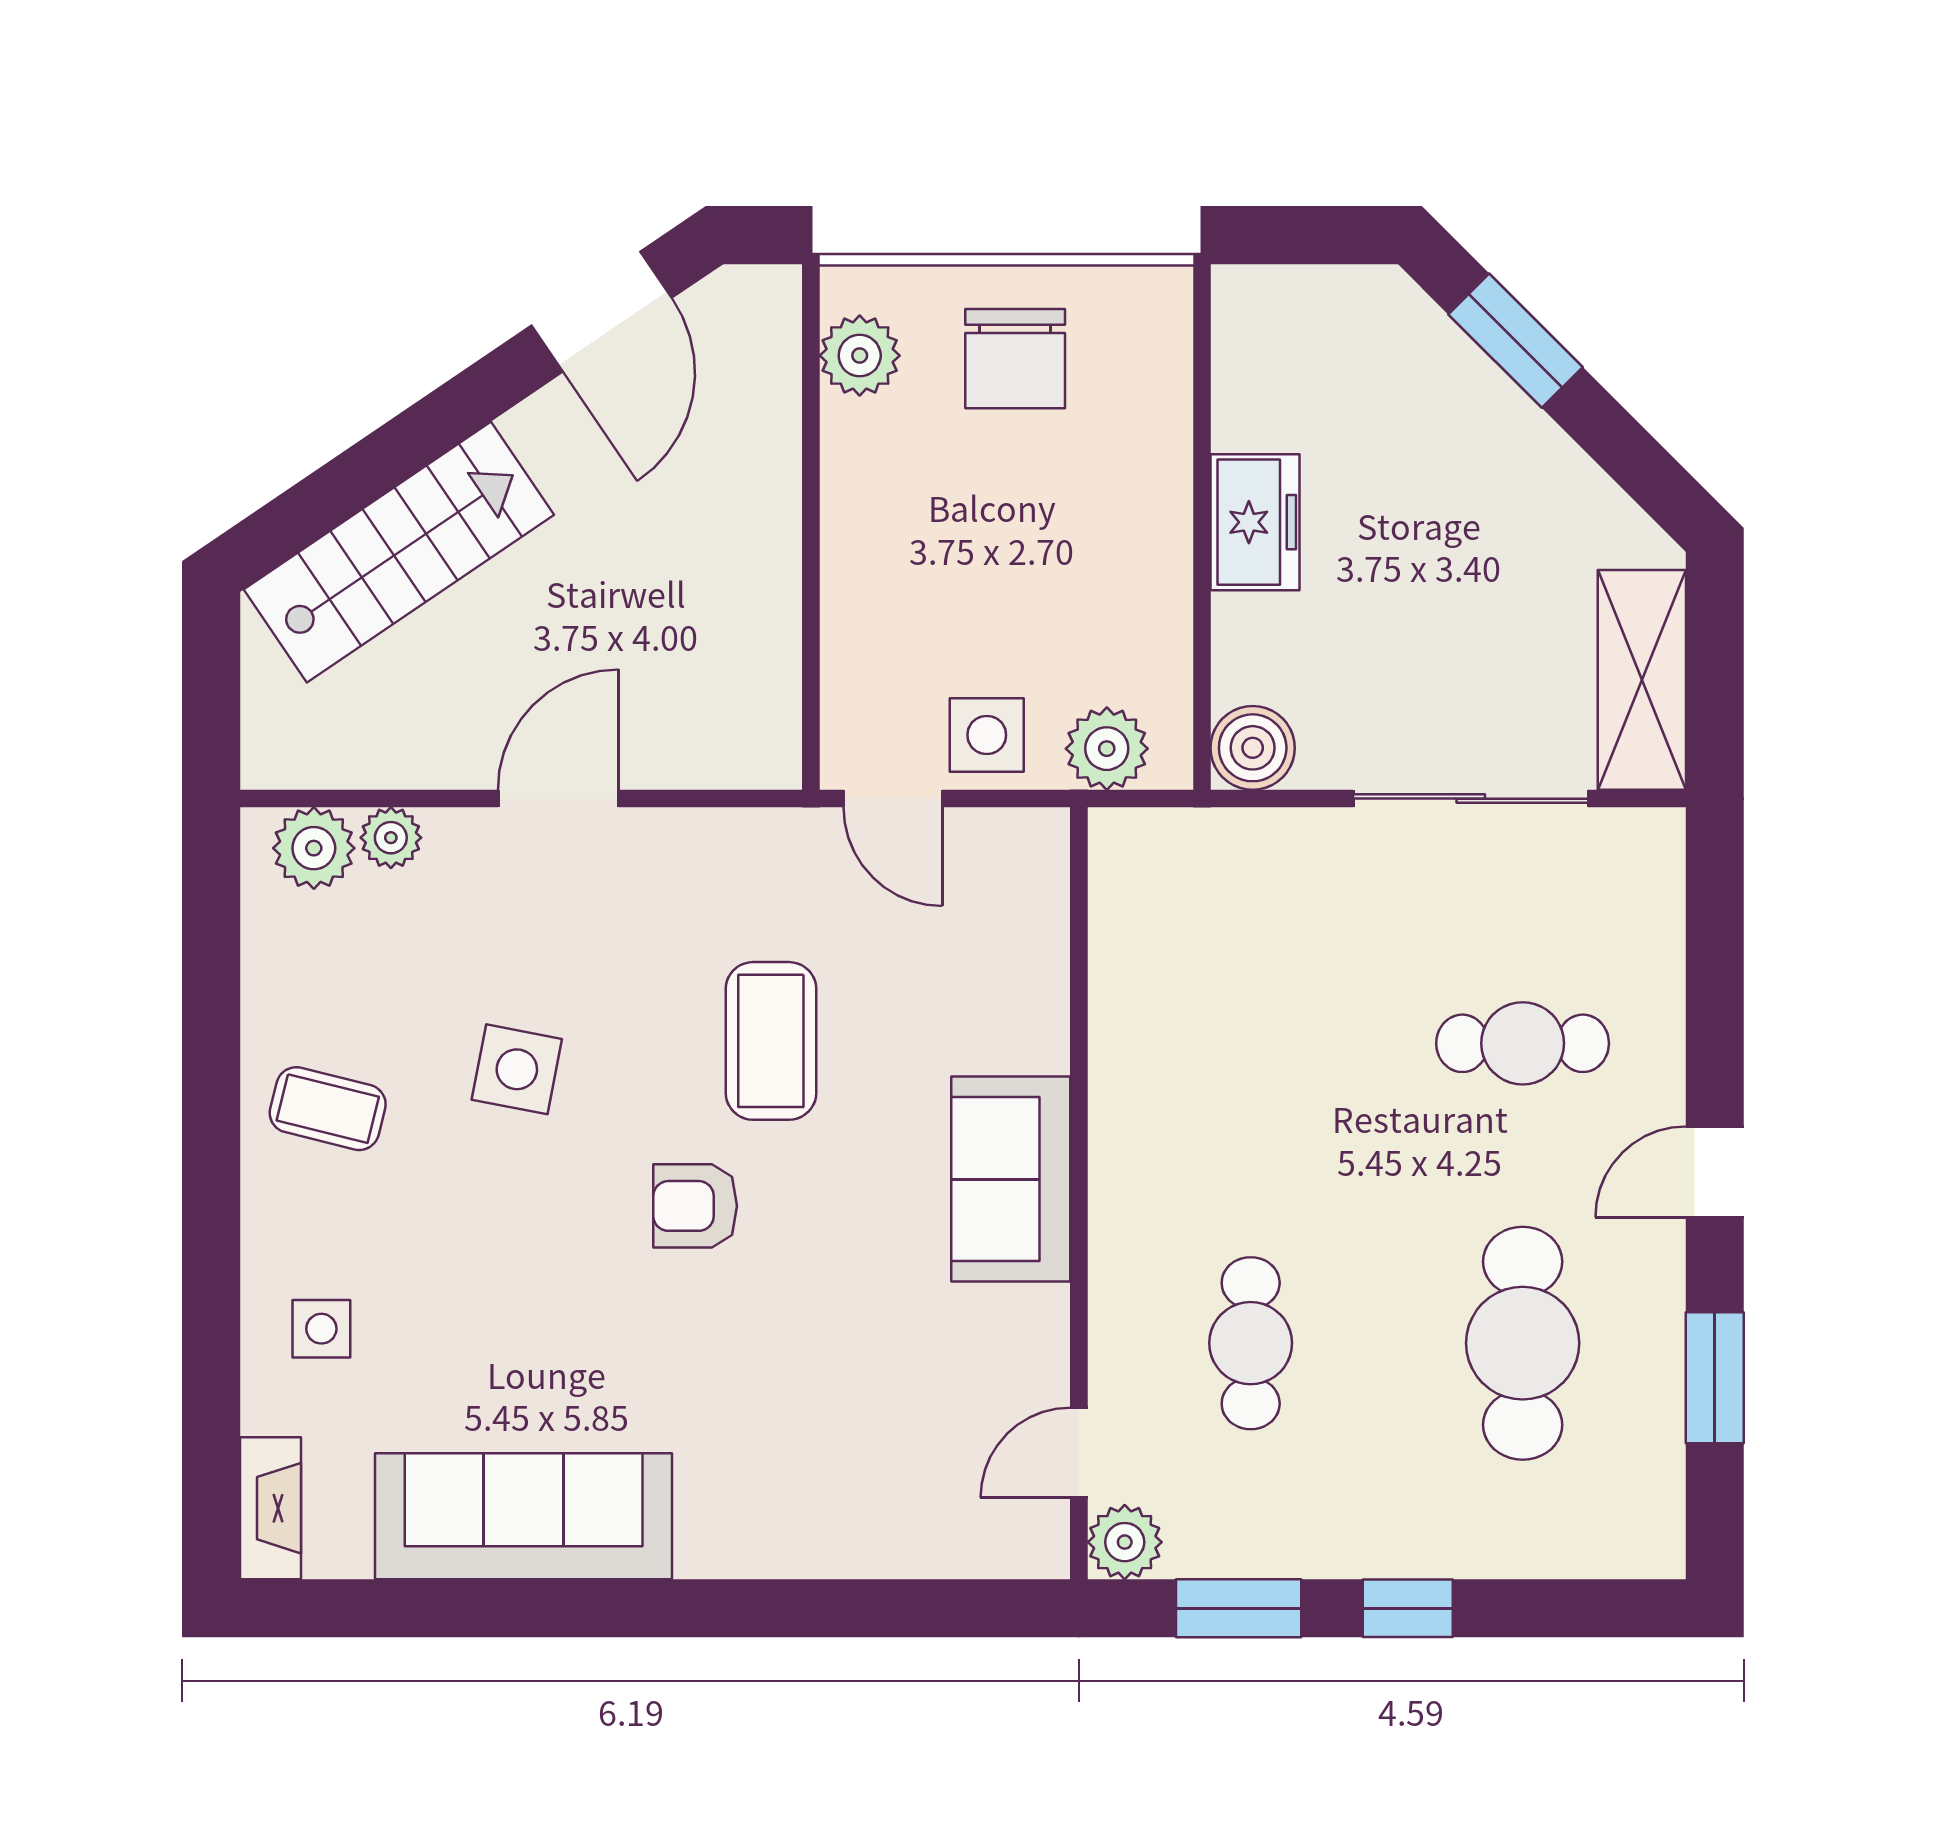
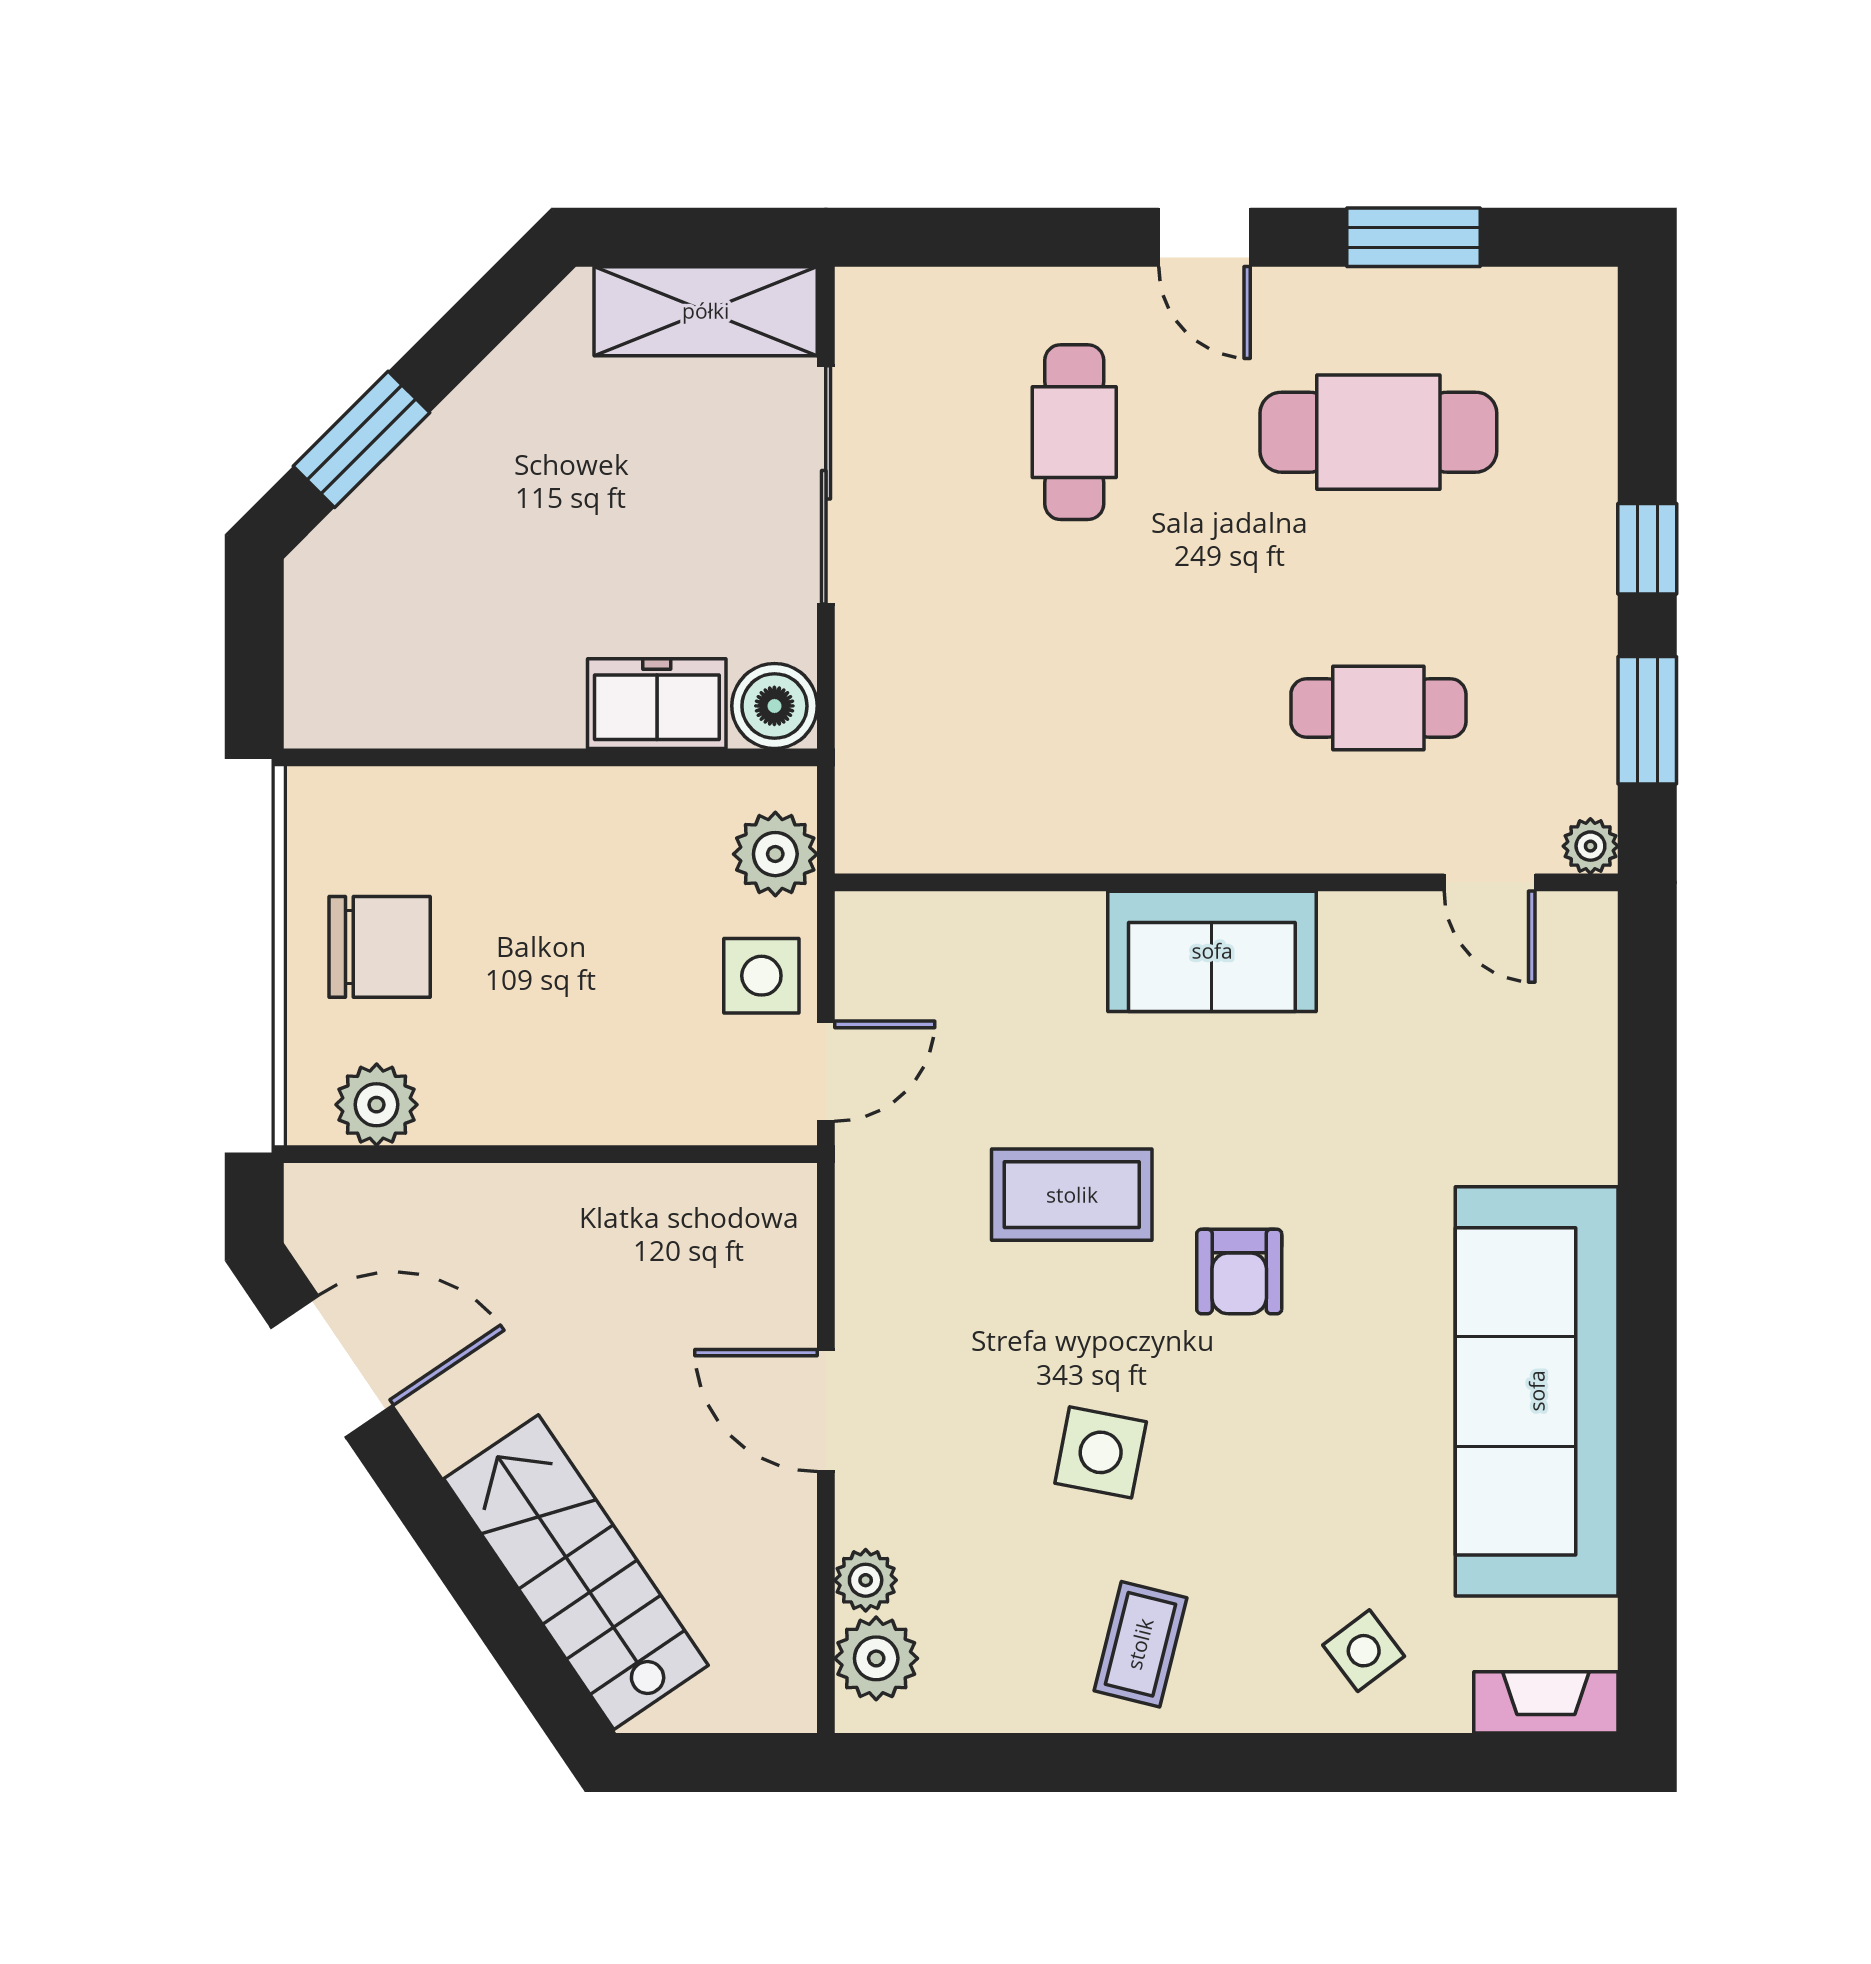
freezer: (1255, 522) -> (657, 704), moved
side table: (321, 1329) -> (1364, 1651), turned -37
sofa: (524, 1516) -> (1537, 1391), width x1.36, depth x1.27
plant: (1125, 1542) -> (1590, 846), width x0.73, depth x0.73

